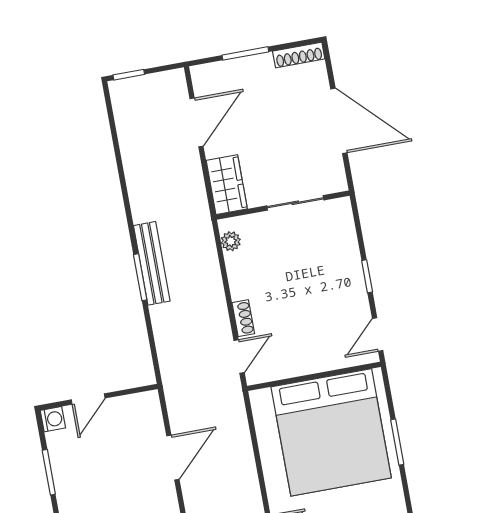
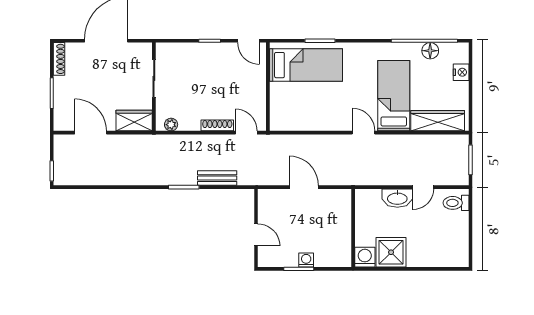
bench: (152, 263) -> (217, 178), moved, width x0.73
shoe rack: (243, 318) -> (217, 125), width x1.43
washing machine: (53, 419) -> (306, 260), moved
bed: (331, 432) -> (306, 65), width x0.49

